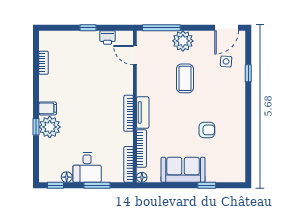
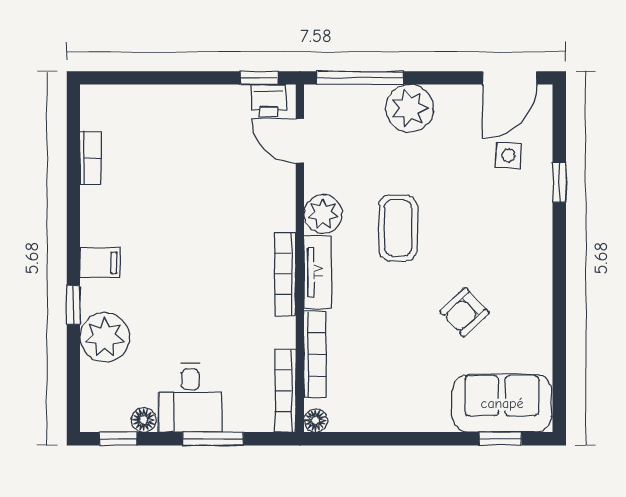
window: (88, 28) -> (259, 78), moved
printer: (108, 37) -> (269, 100), moved
coffee table: (185, 78) -> (398, 228), moved
plant: (145, 87) -> (323, 214), added
plant: (50, 127) -> (105, 337), moved
armchair: (207, 130) -> (464, 312), turned 137
sofa: (183, 170) -> (502, 403), moved
window: (207, 185) -> (500, 439), moved

